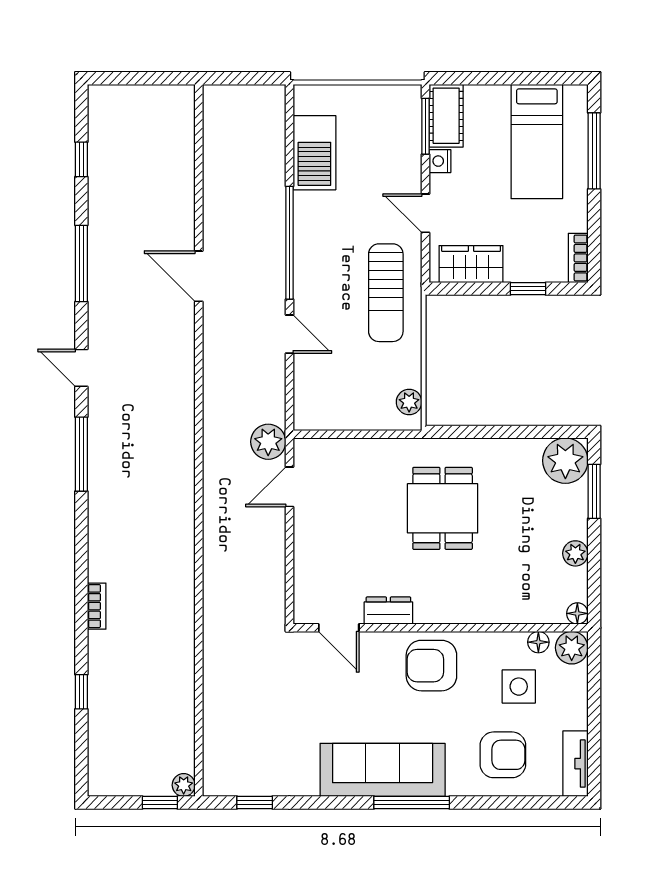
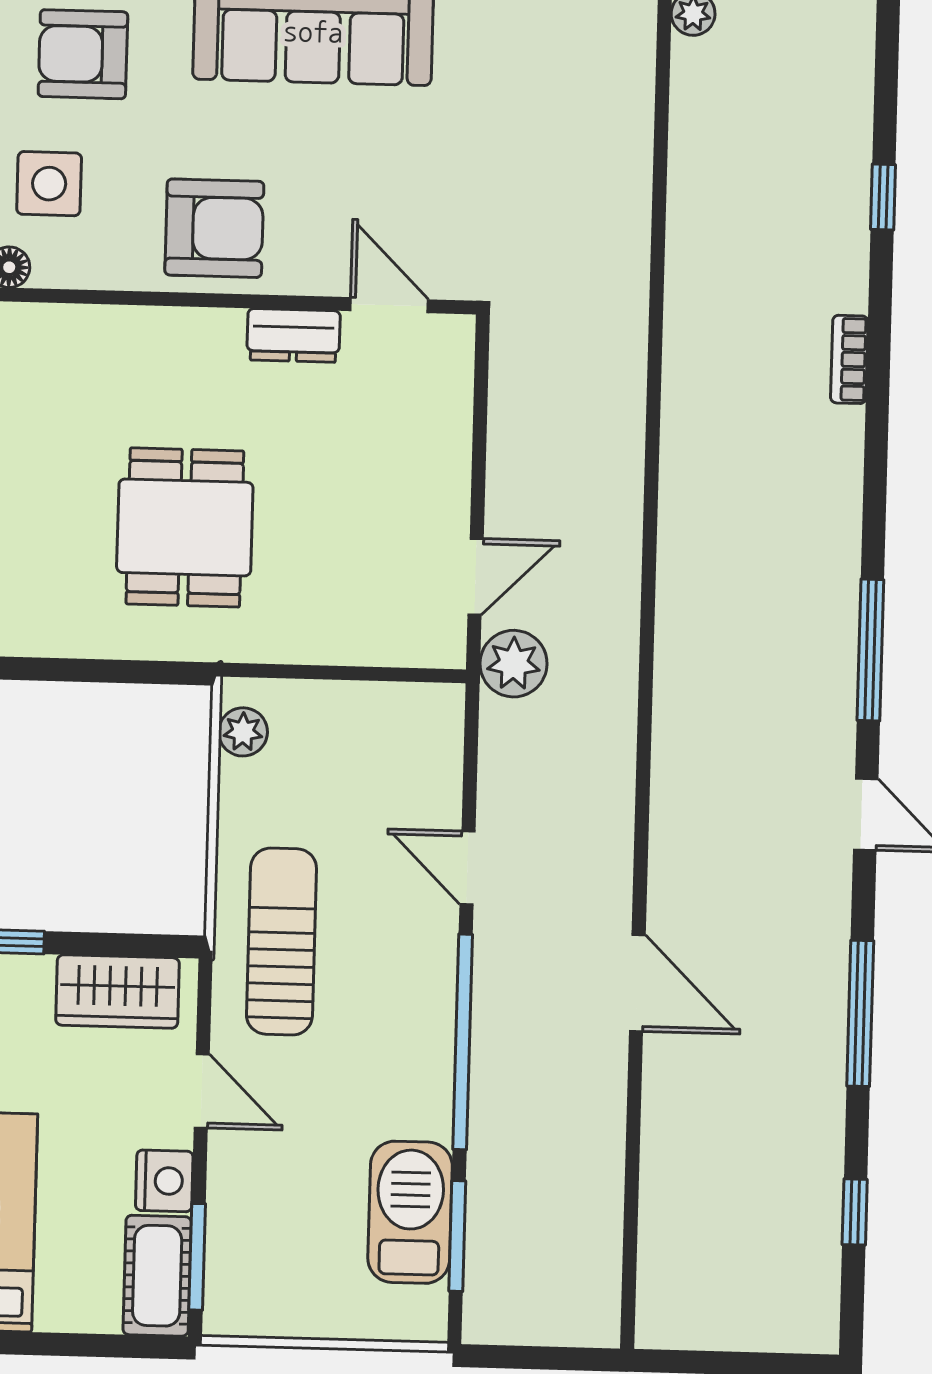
window: (289, 141) -> (457, 1236), added
nightstand: (440, 161) -> (164, 1181), width x1.39, depth x1.35

